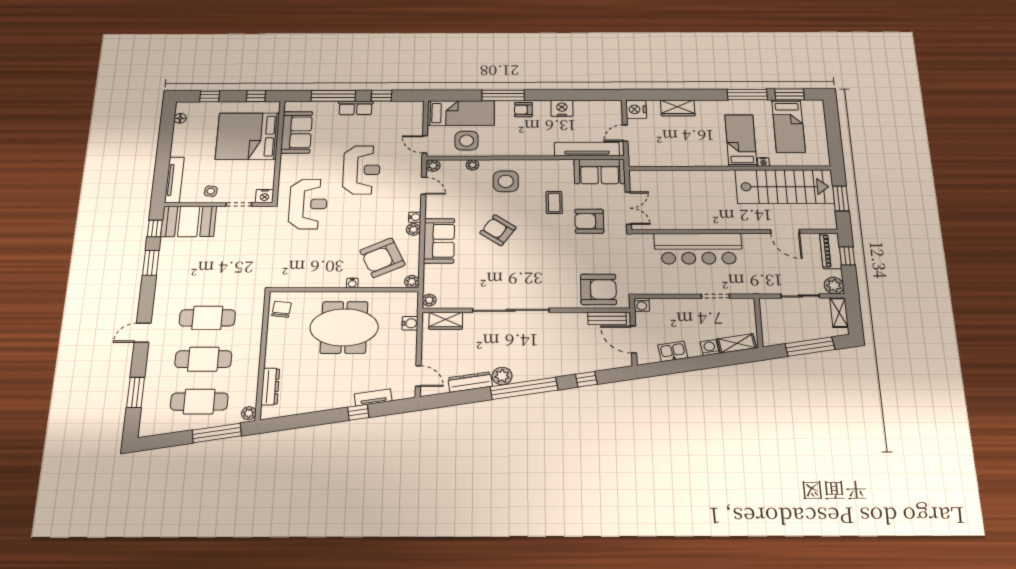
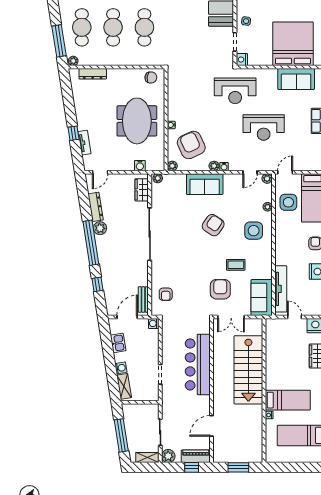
stairs: (785, 187) -> (248, 370), moved
armchair: (598, 289) -> (166, 294), width x0.53, depth x0.53

